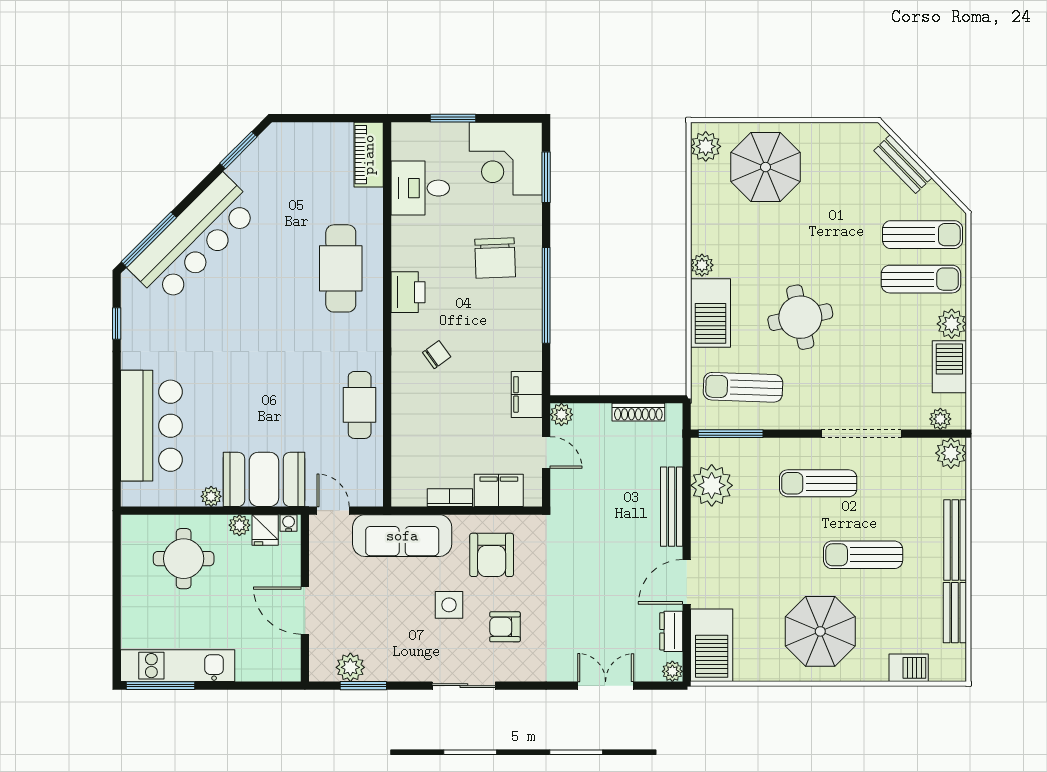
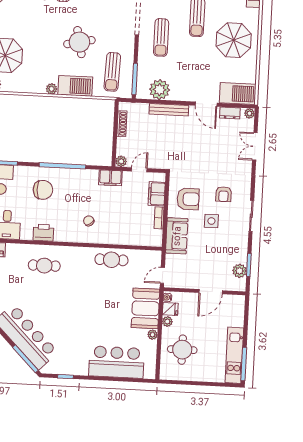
cafe table: (341, 268) -> (44, 266), width x0.73, depth x0.74
printer: (408, 292) -> (43, 233), moved
sofa: (402, 536) -> (177, 236), width x0.73

